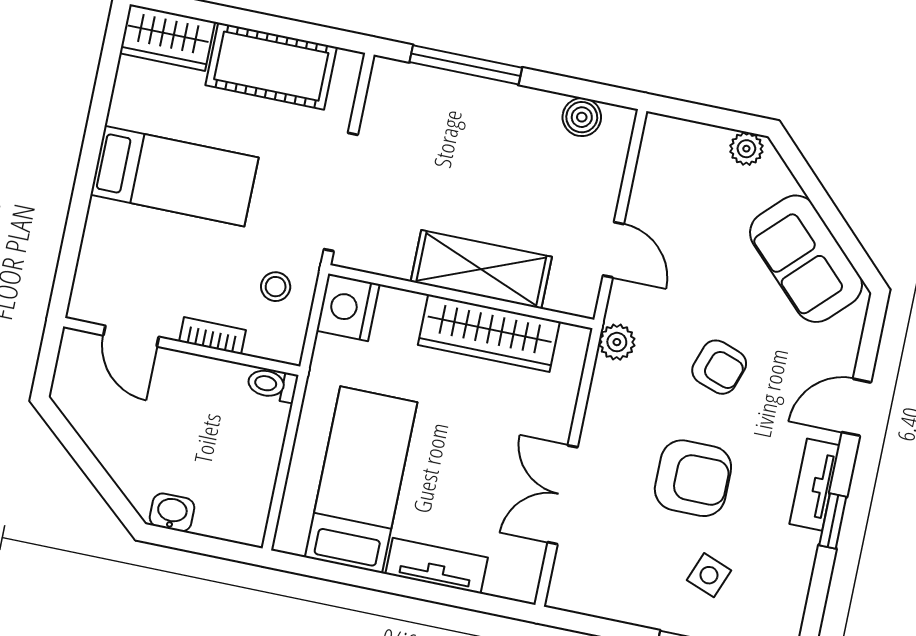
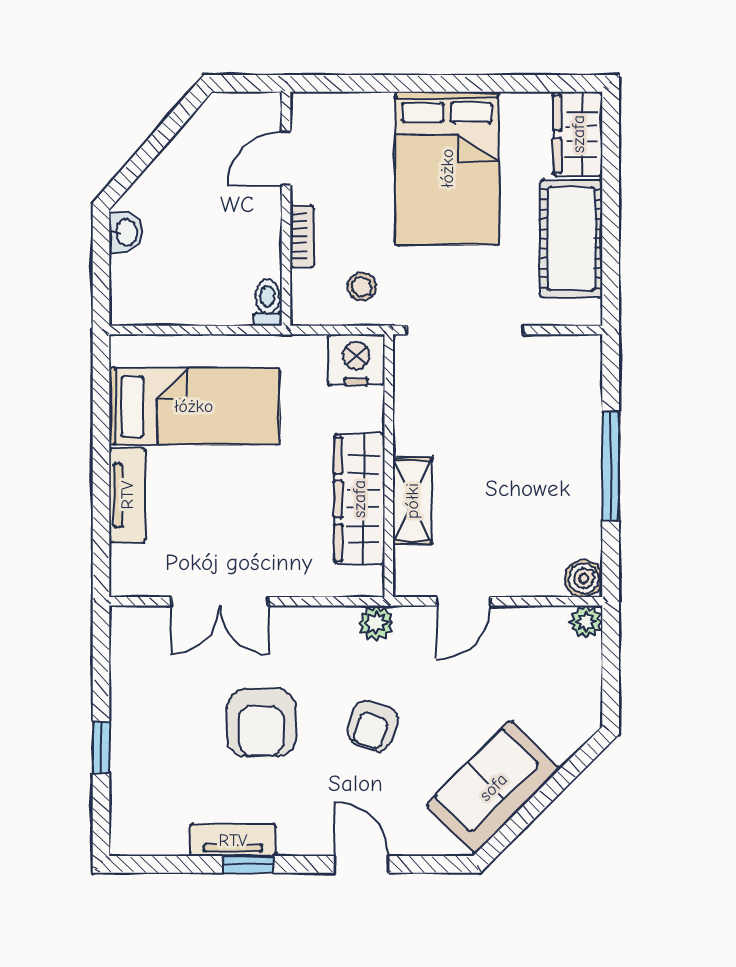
window: (466, 65) -> (611, 466), moved
boiler: (582, 117) -> (584, 579), moved
plant: (746, 149) -> (586, 622), moved
bed: (174, 176) -> (447, 168), width x1.50
shelving: (481, 269) -> (412, 501), width x0.67, depth x0.75
tv unit: (815, 485) -> (233, 840), moved
double door: (563, 495) -> (220, 601), swing flipped
side table: (709, 575) -> (172, 757), removed

